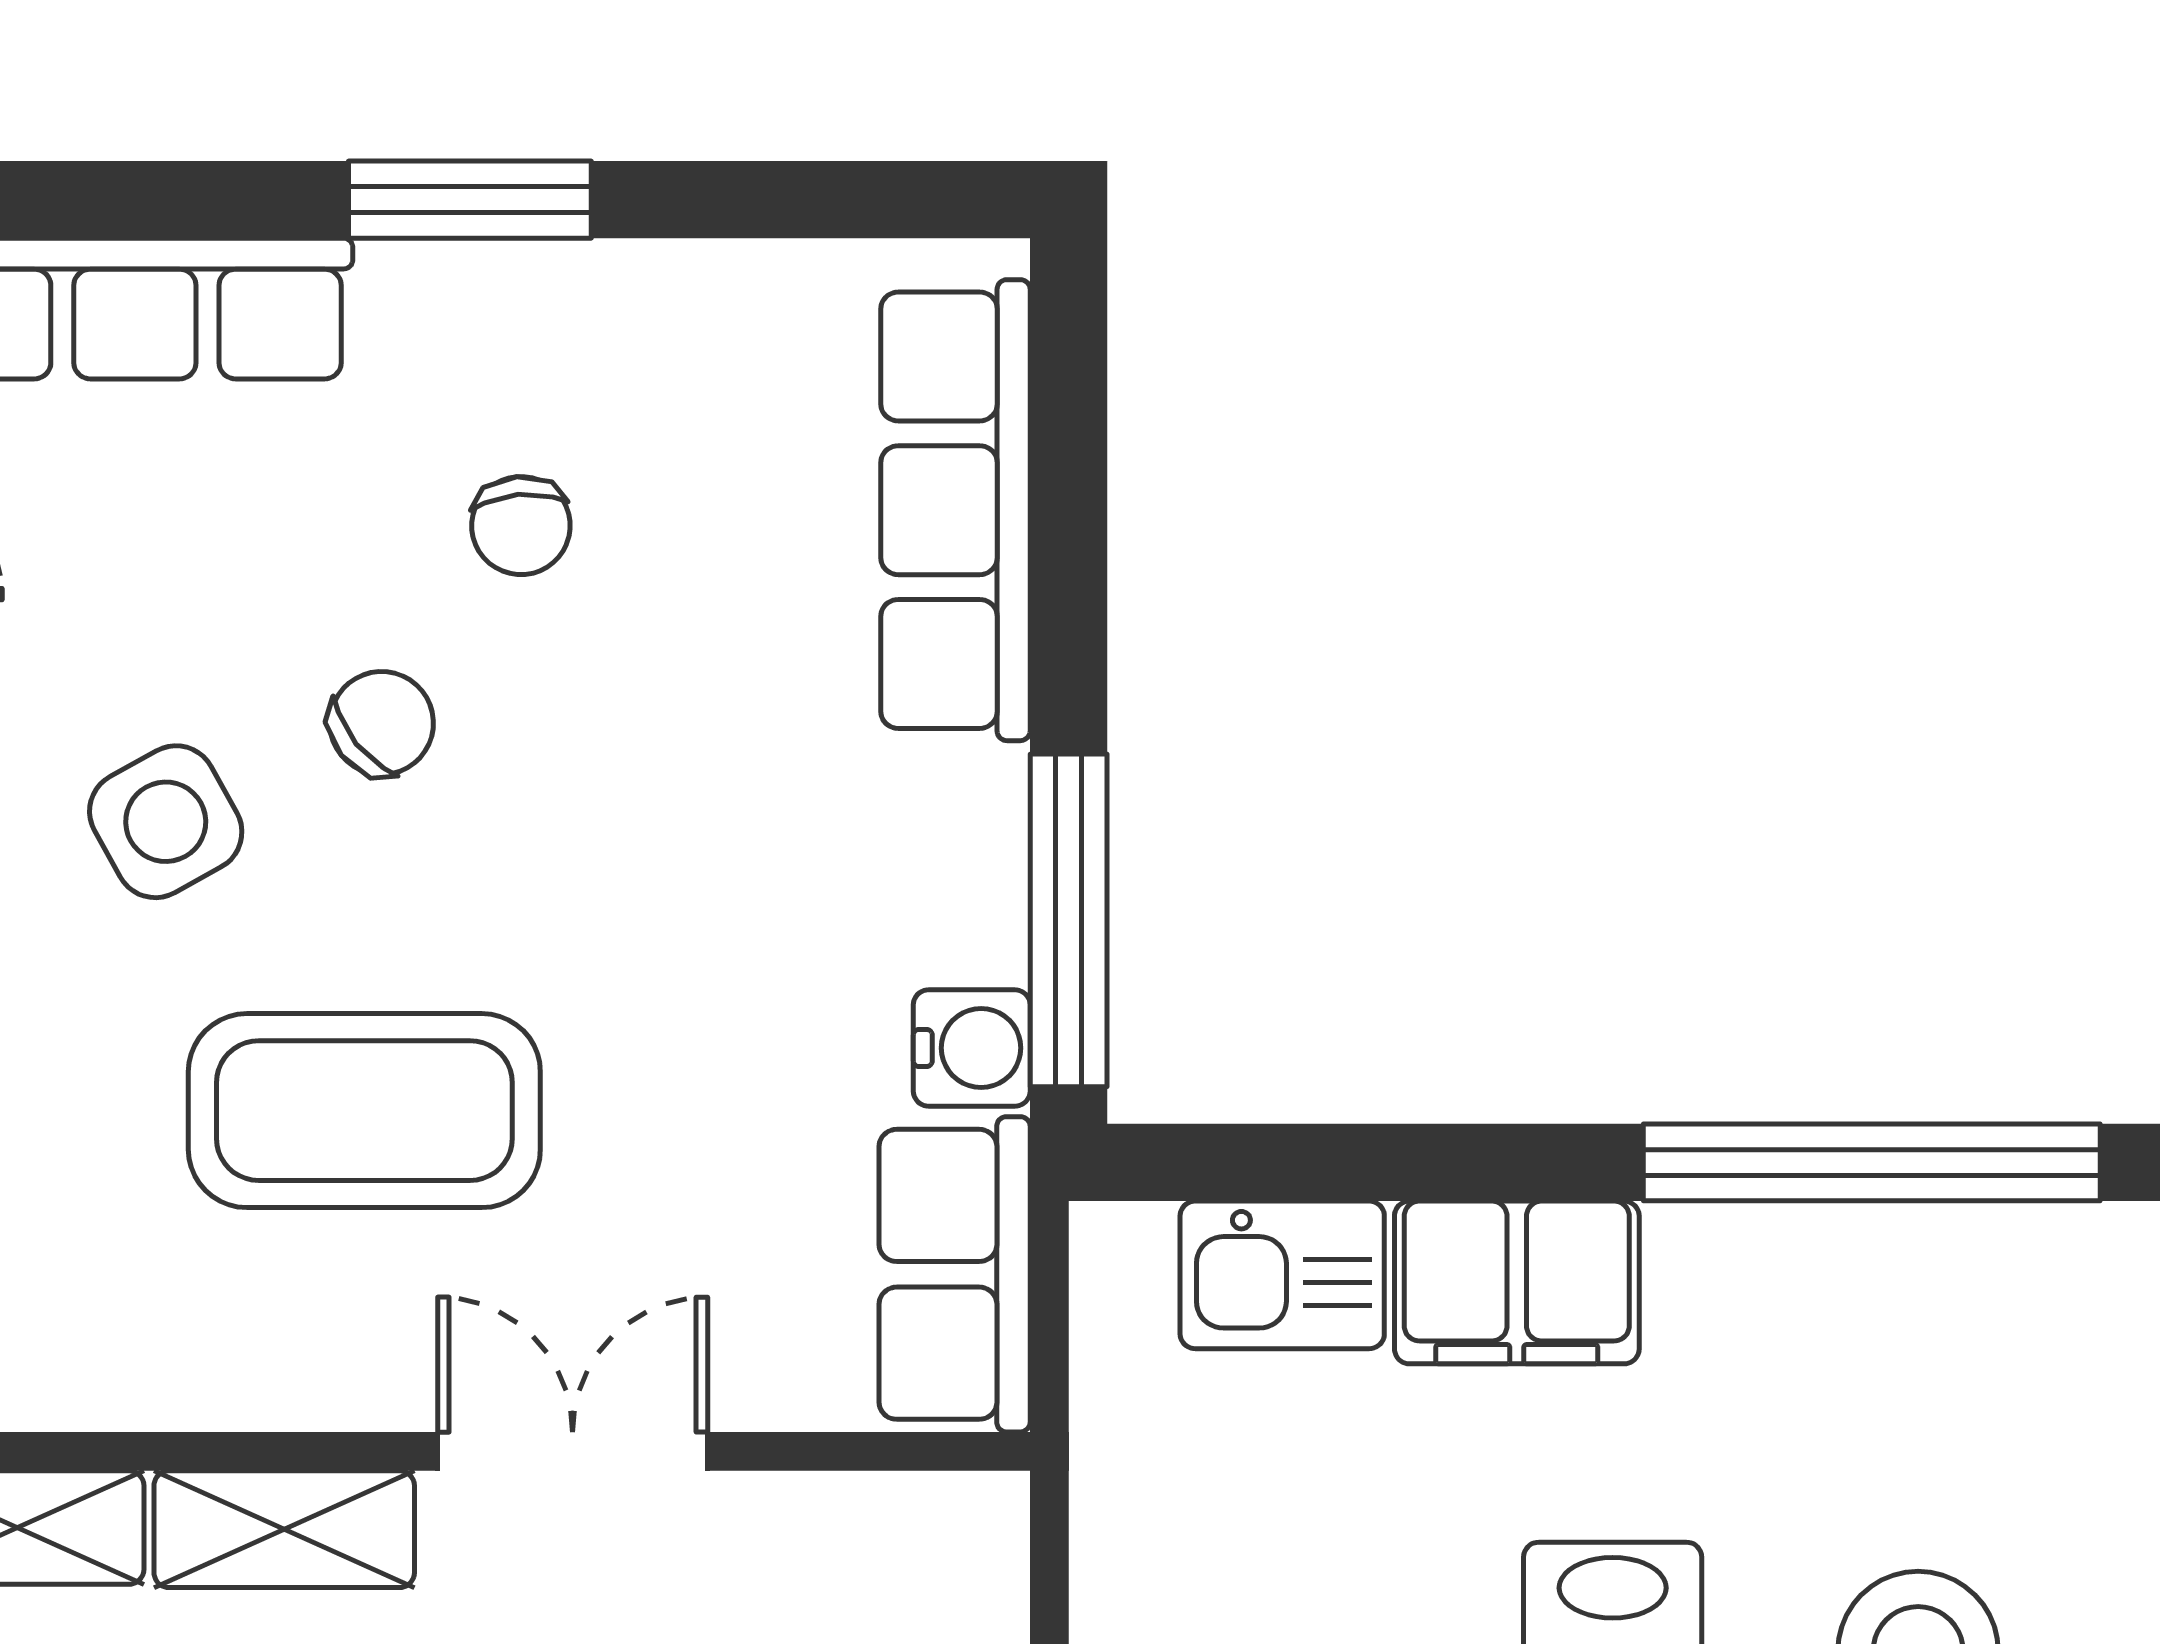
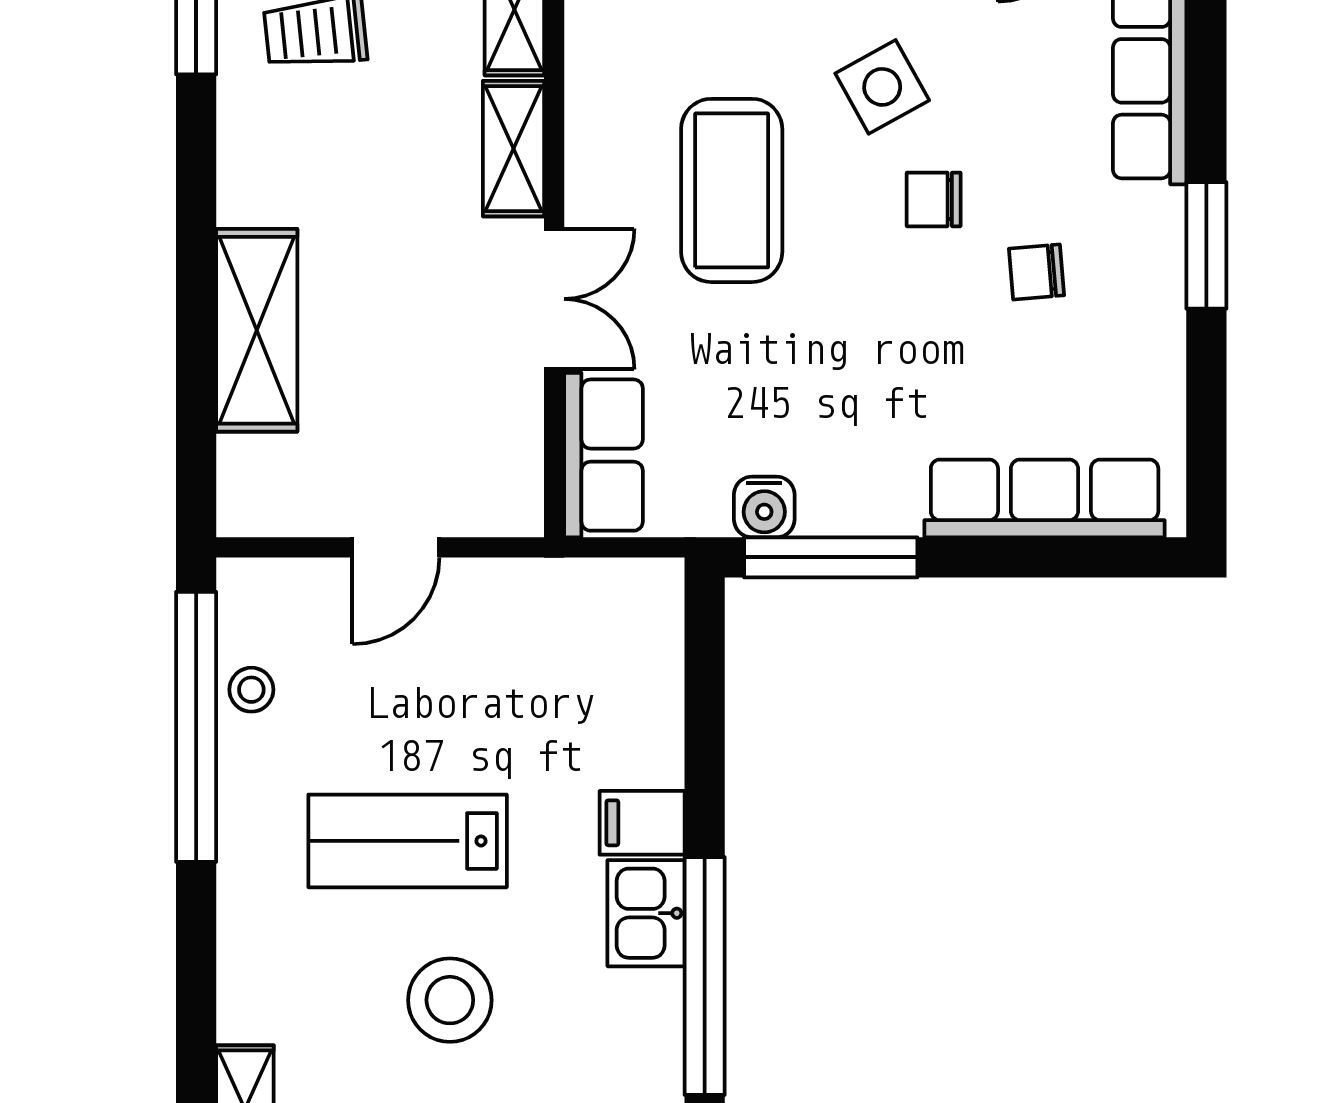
chair: (382, 723) -> (934, 199), turned 129
row of seats: (955, 1274) -> (603, 455), moved, turned 90
kitchen sink: (1282, 1275) -> (646, 913), moved
filing cabinet: (1517, 1282) -> (642, 823), width x0.50

